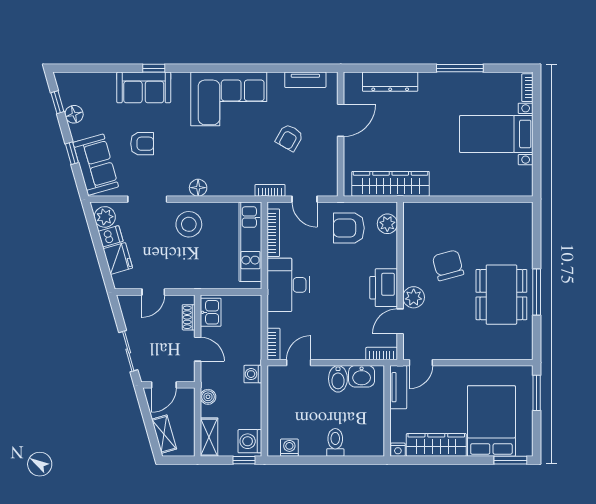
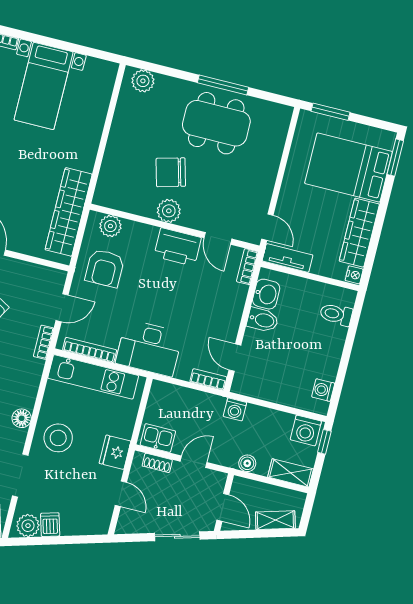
plant: (523, 221) -> (143, 81), added
fridge: (118, 258) -> (115, 452), moved, turned -74
plant: (414, 297) -> (169, 211), moved
toilet: (335, 442) -> (336, 314), moved

